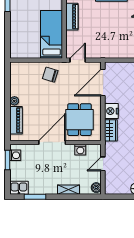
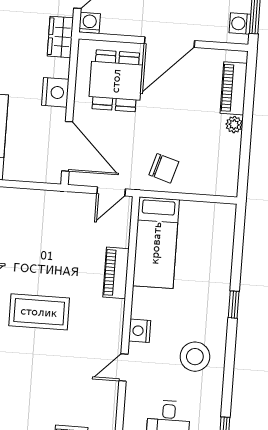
door: (103, 83) -> (67, 146), hinge flipped
wardrobe: (111, 130) -> (60, 37), moved
washing machine: (80, 150) -> (90, 23), moved

